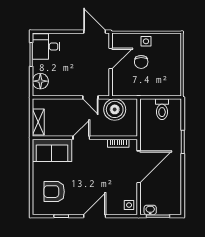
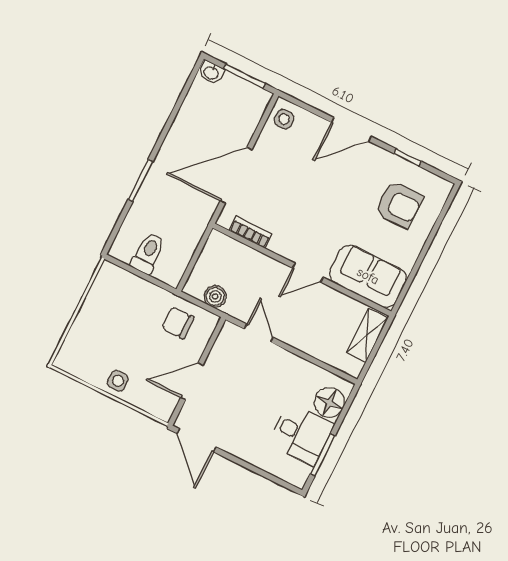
desk: (46, 47) -> (301, 434), moved
chair: (141, 62) -> (178, 323), moved, turned -89
boiler: (115, 109) -> (215, 296), width x0.54, depth x0.54
washbasin: (150, 210) -> (211, 73), moved

